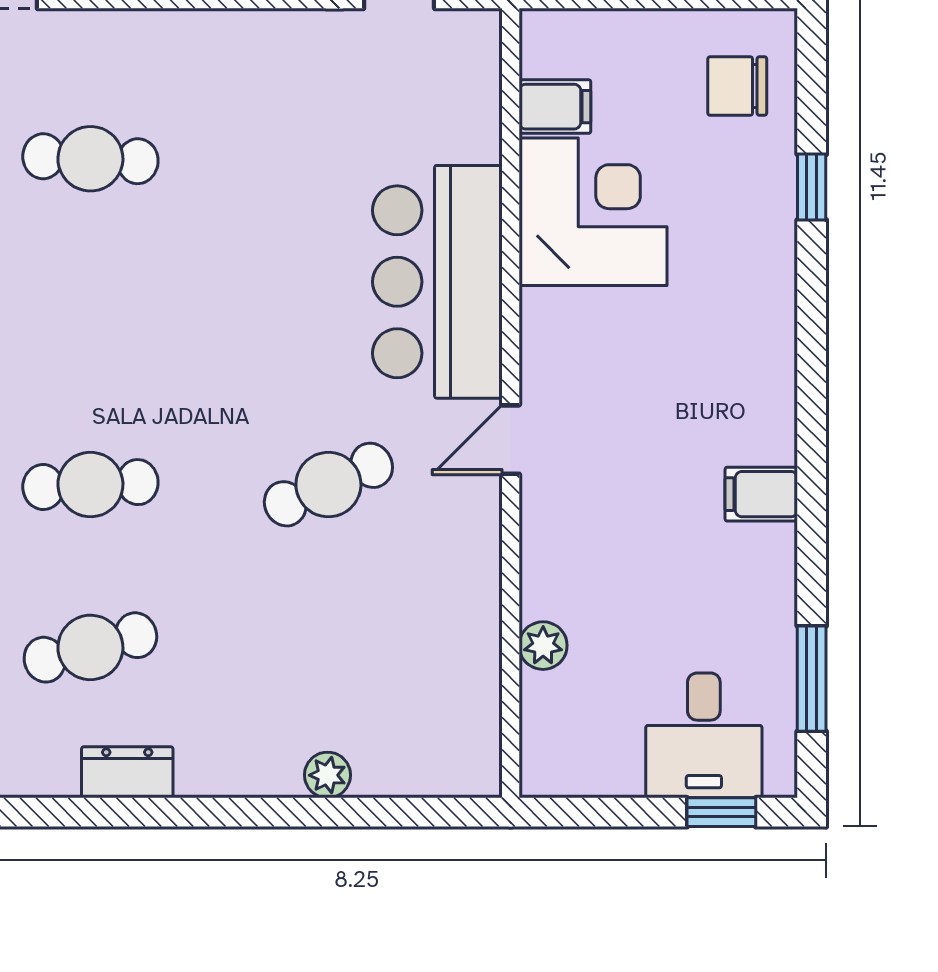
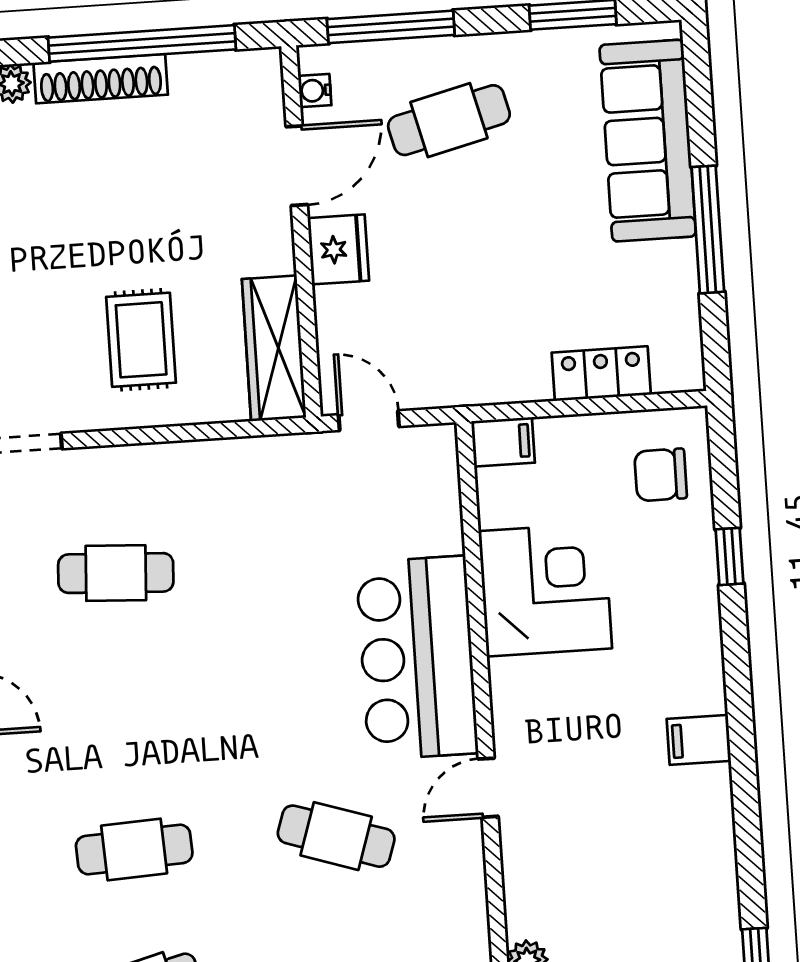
filing cabinet: (555, 107) -> (503, 442), moved
cafe table: (328, 485) -> (336, 836), turned 42
filing cabinet: (761, 494) -> (699, 740), moved

